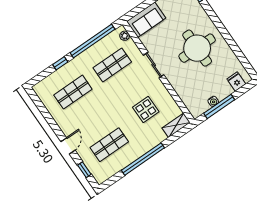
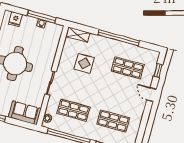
door: (68, 146) -> (151, 95), hinge flipped

